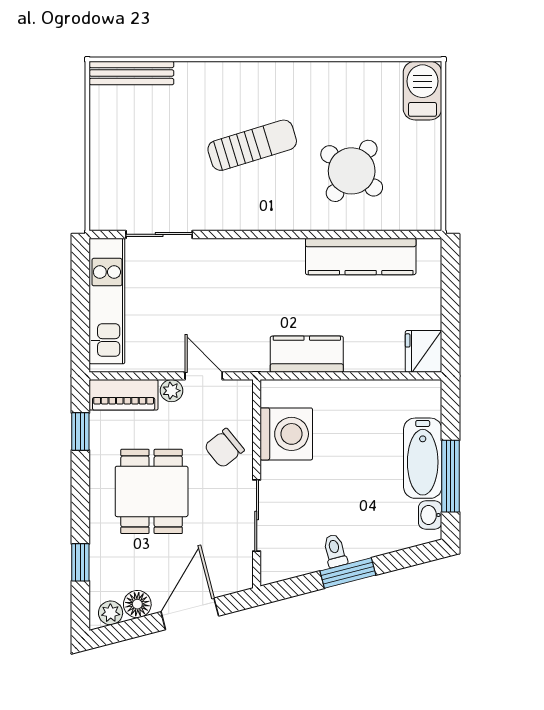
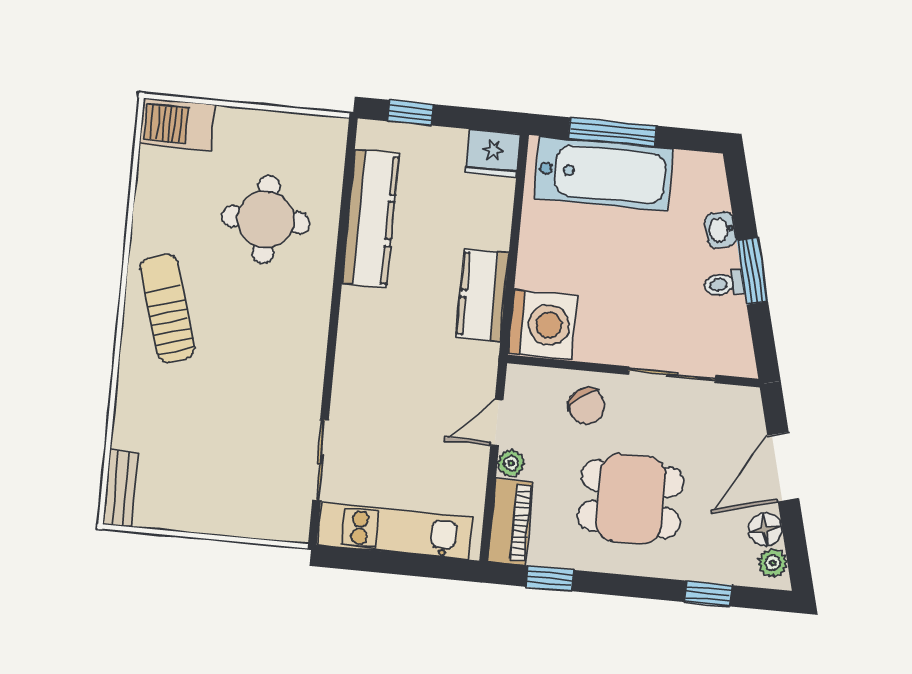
bench: (131, 73) -> (121, 488), width x0.73
sun lounger: (252, 145) -> (167, 308), moved
round table: (352, 171) -> (266, 220), turned -37
window: (451, 281) -> (410, 113), added
washing machine: (286, 434) -> (543, 324), moved, turned 90
bathtub: (423, 458) -> (603, 174), width x1.36, depth x1.36
window: (451, 476) -> (612, 132), moved
washbasin: (430, 515) -> (721, 230), moved, turned 76
door: (190, 614) -> (783, 467), hinge flipped

